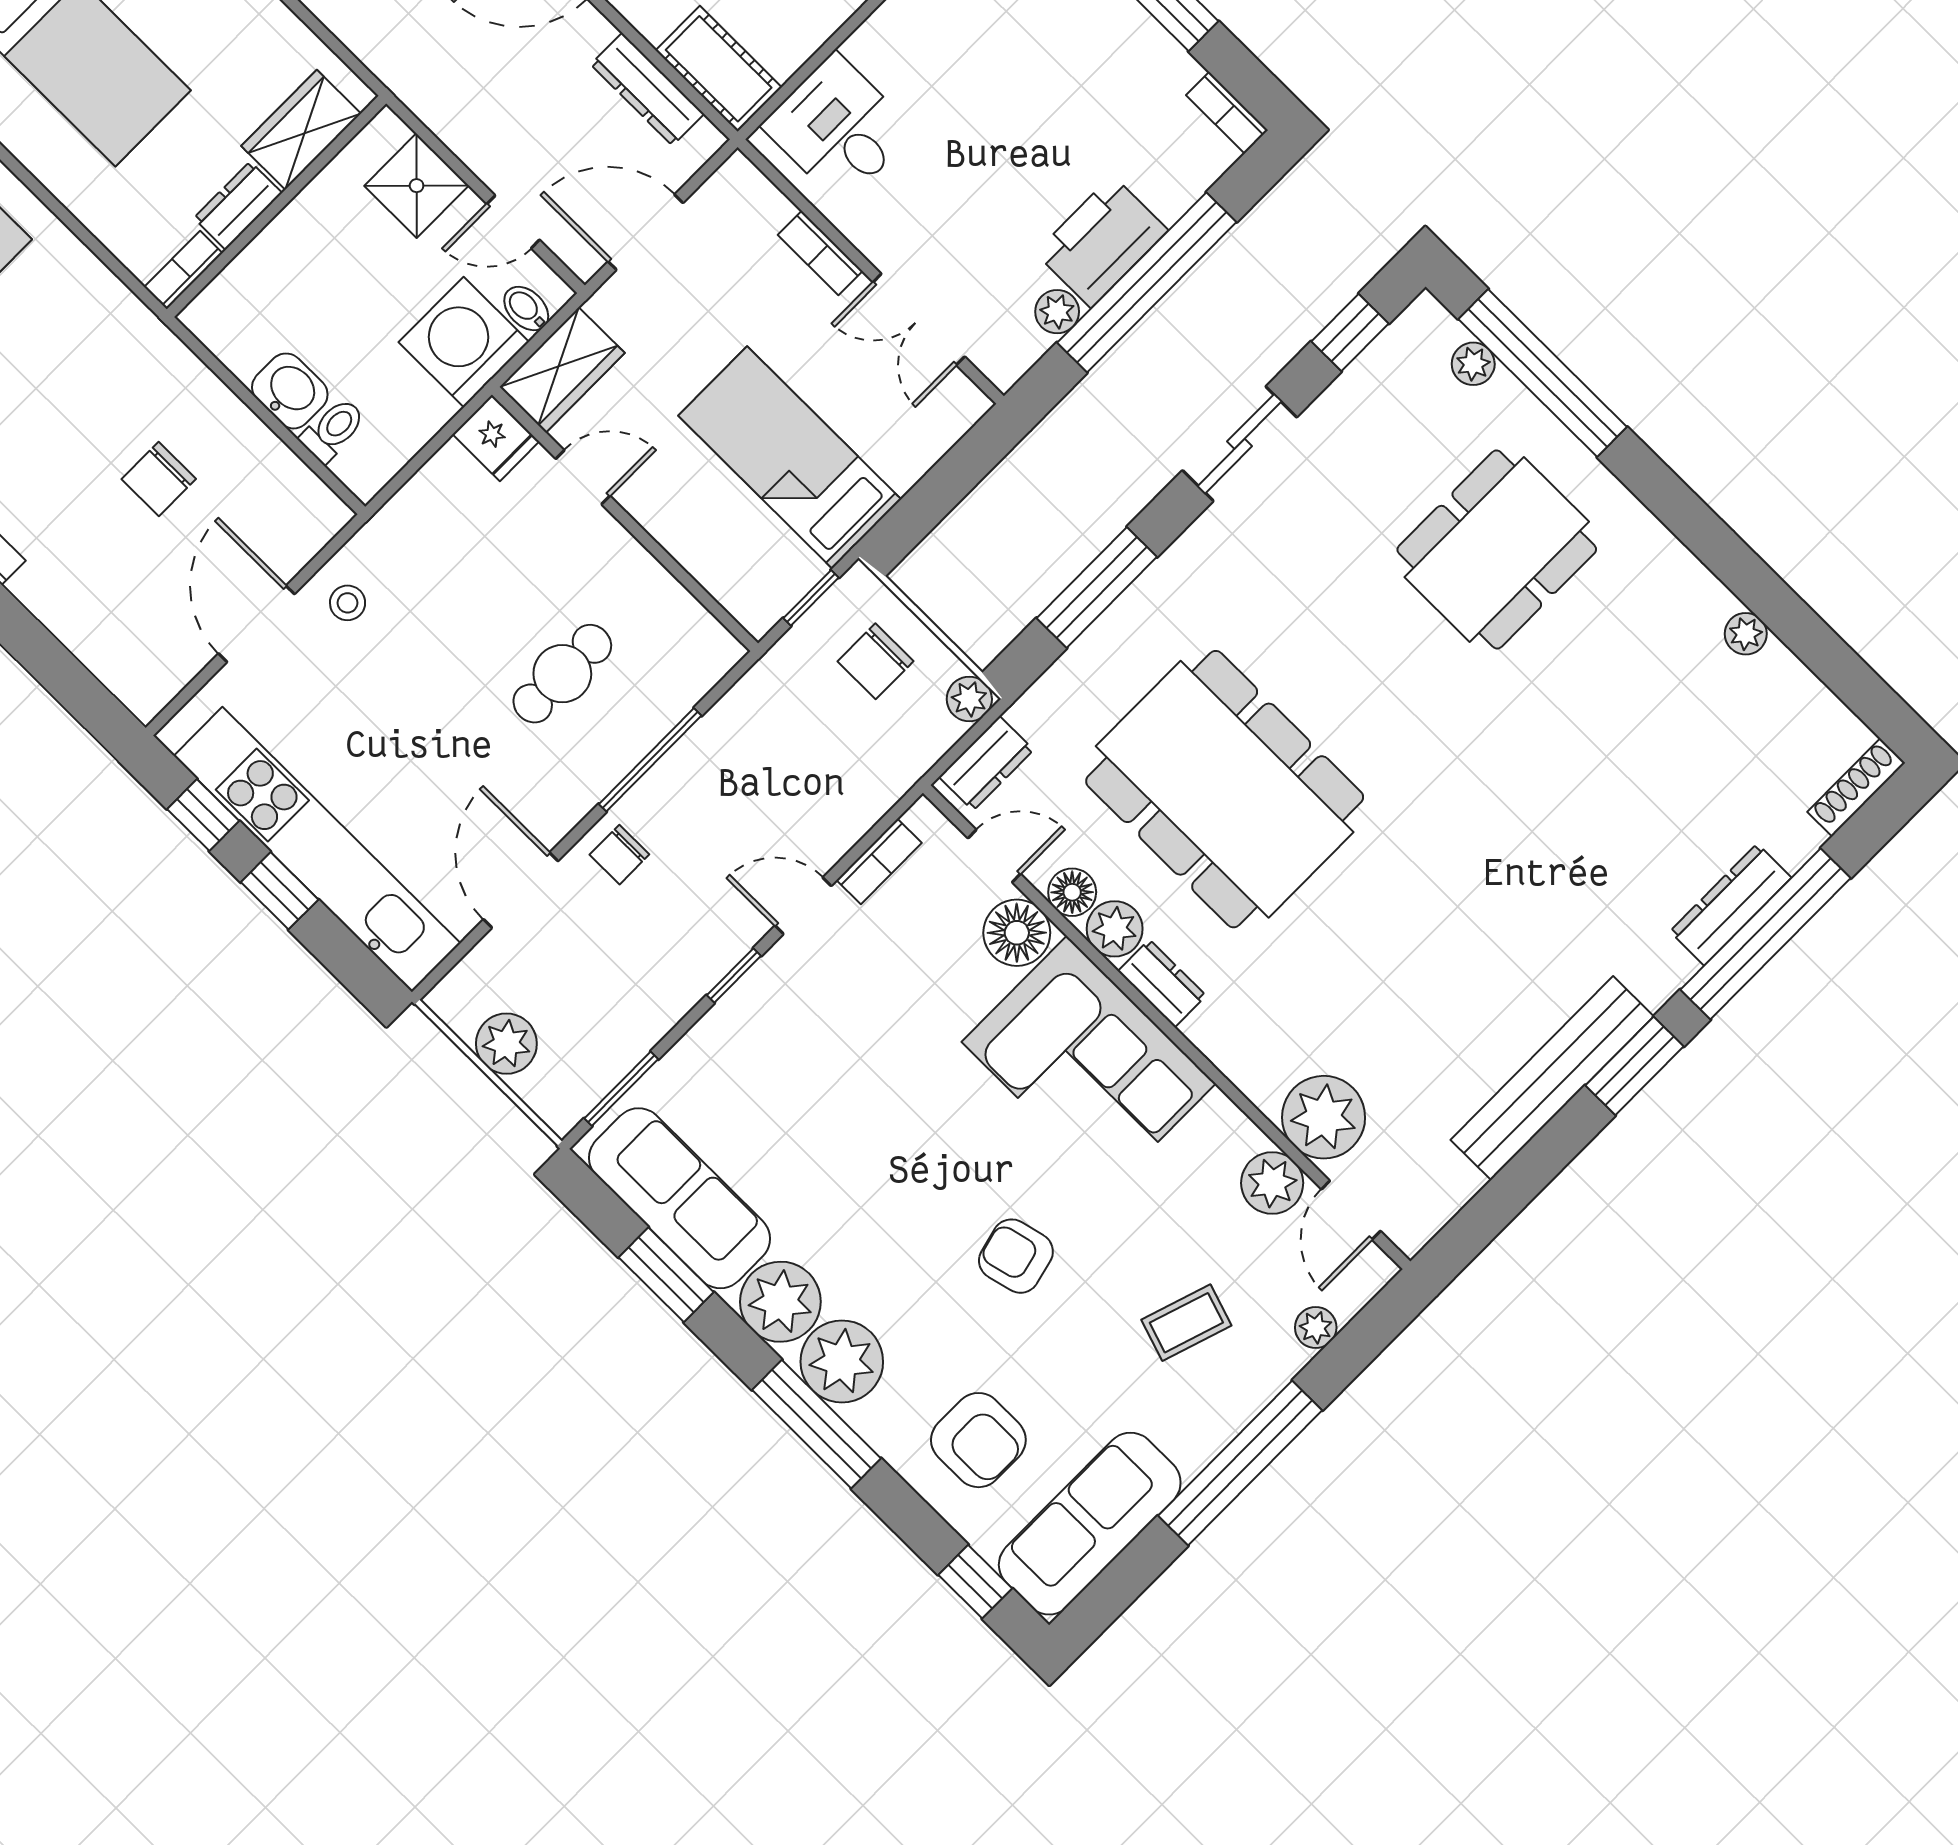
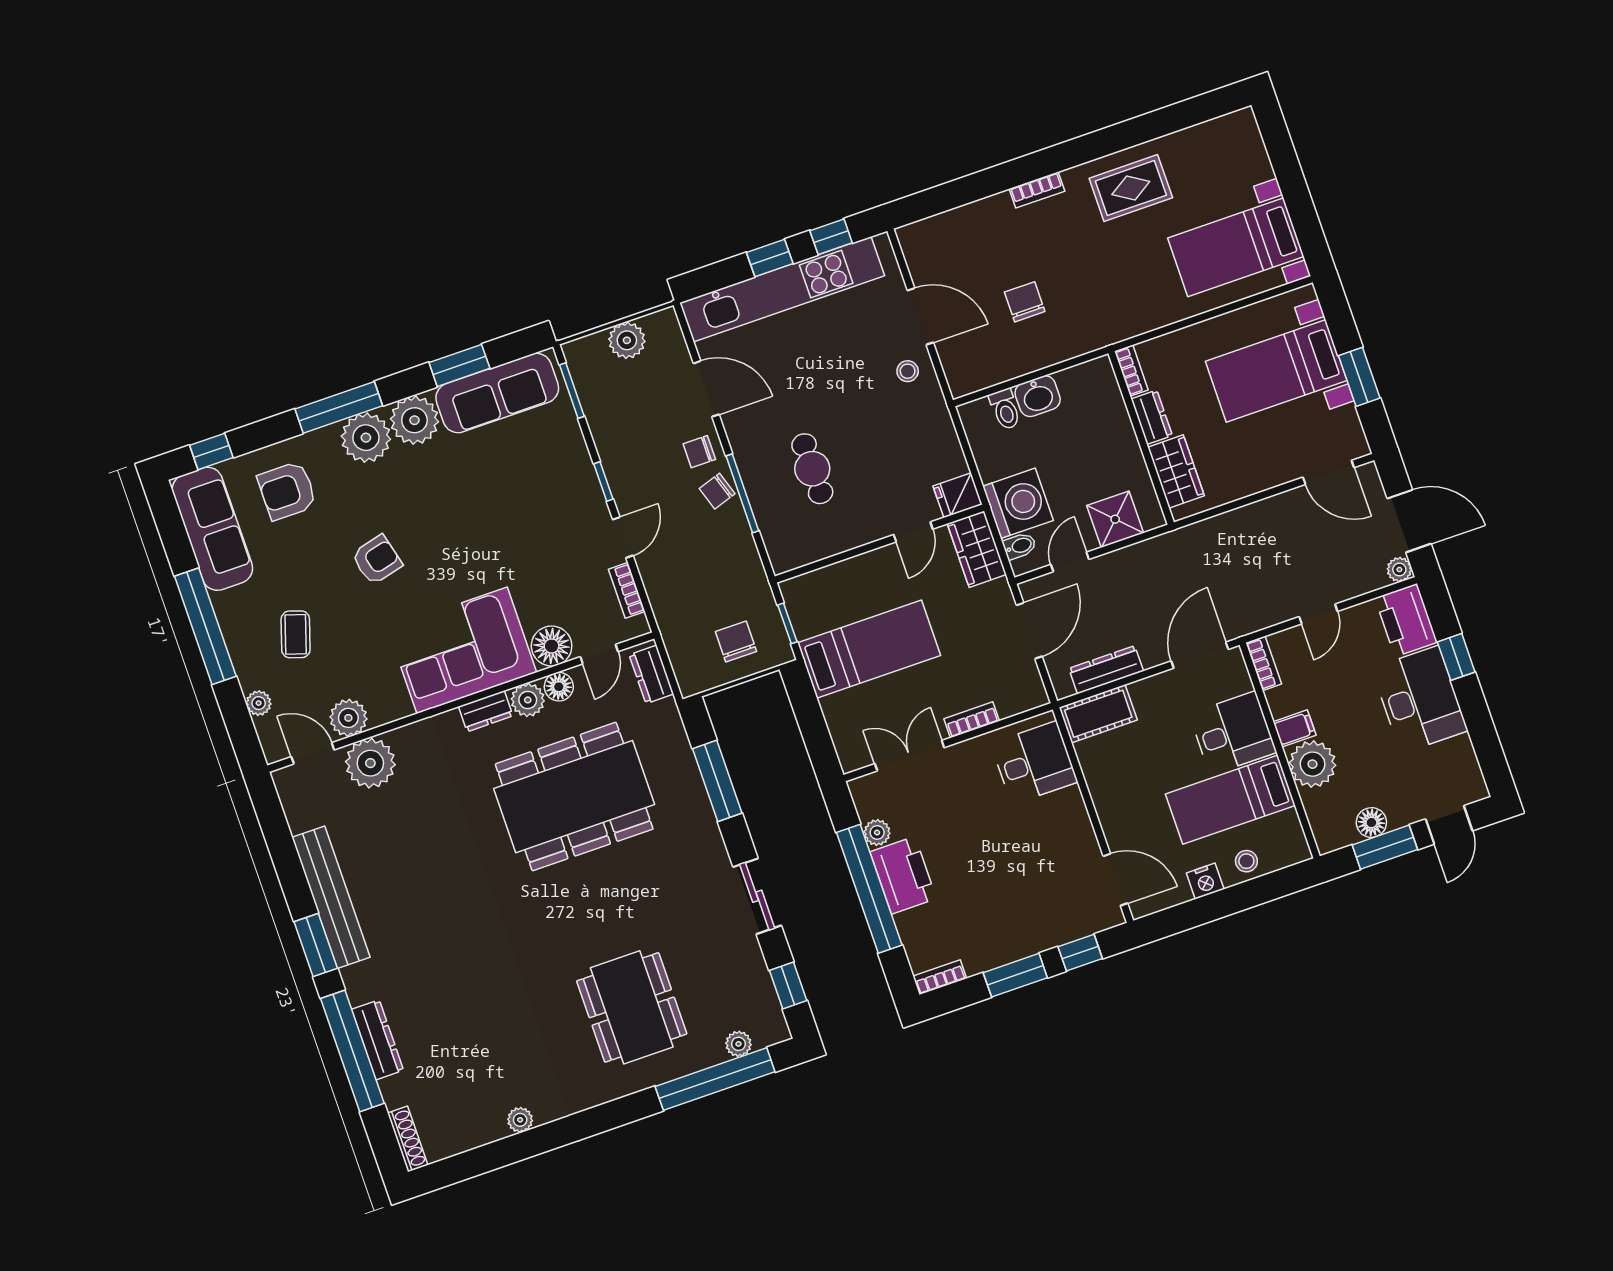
plant: (969, 699) -> (691, 682), removed
chair: (665, 799) -> (717, 491), added
chair: (619, 855) -> (699, 452), turned -90

